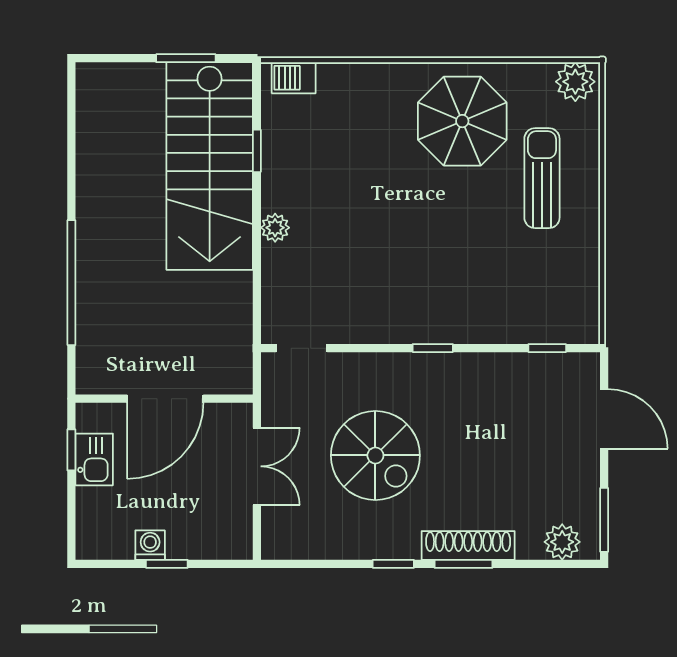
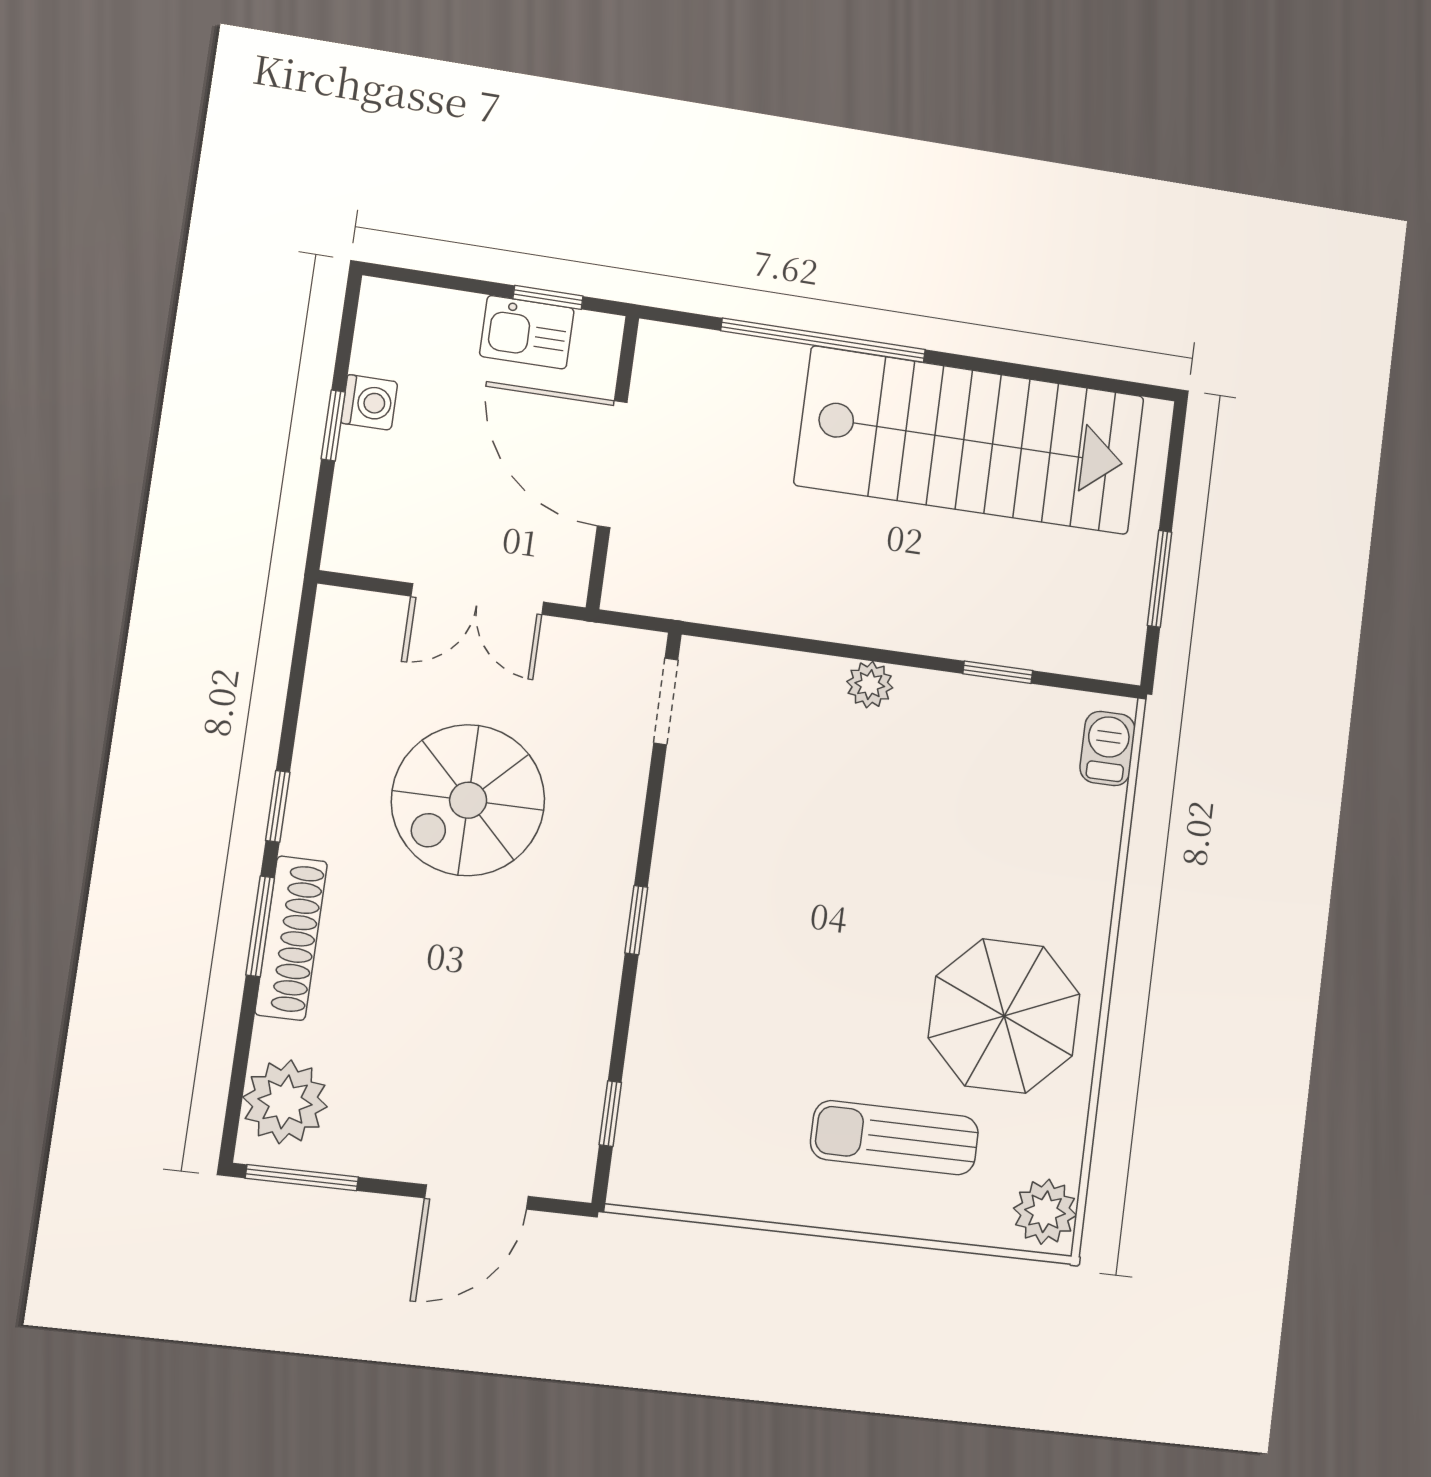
stairs: (210, 166) -> (970, 441), moved, turned 180
sun lounger: (542, 178) -> (895, 1138), turned 180
plant: (562, 542) -> (285, 1102), width x1.36, depth x1.36

